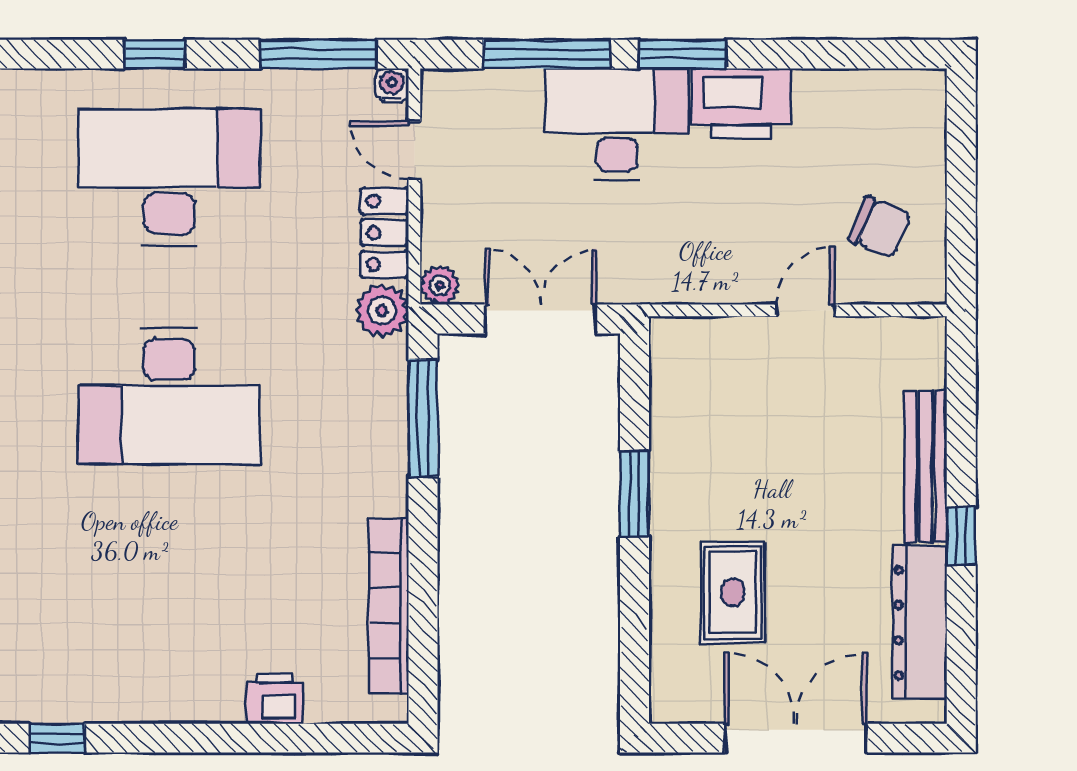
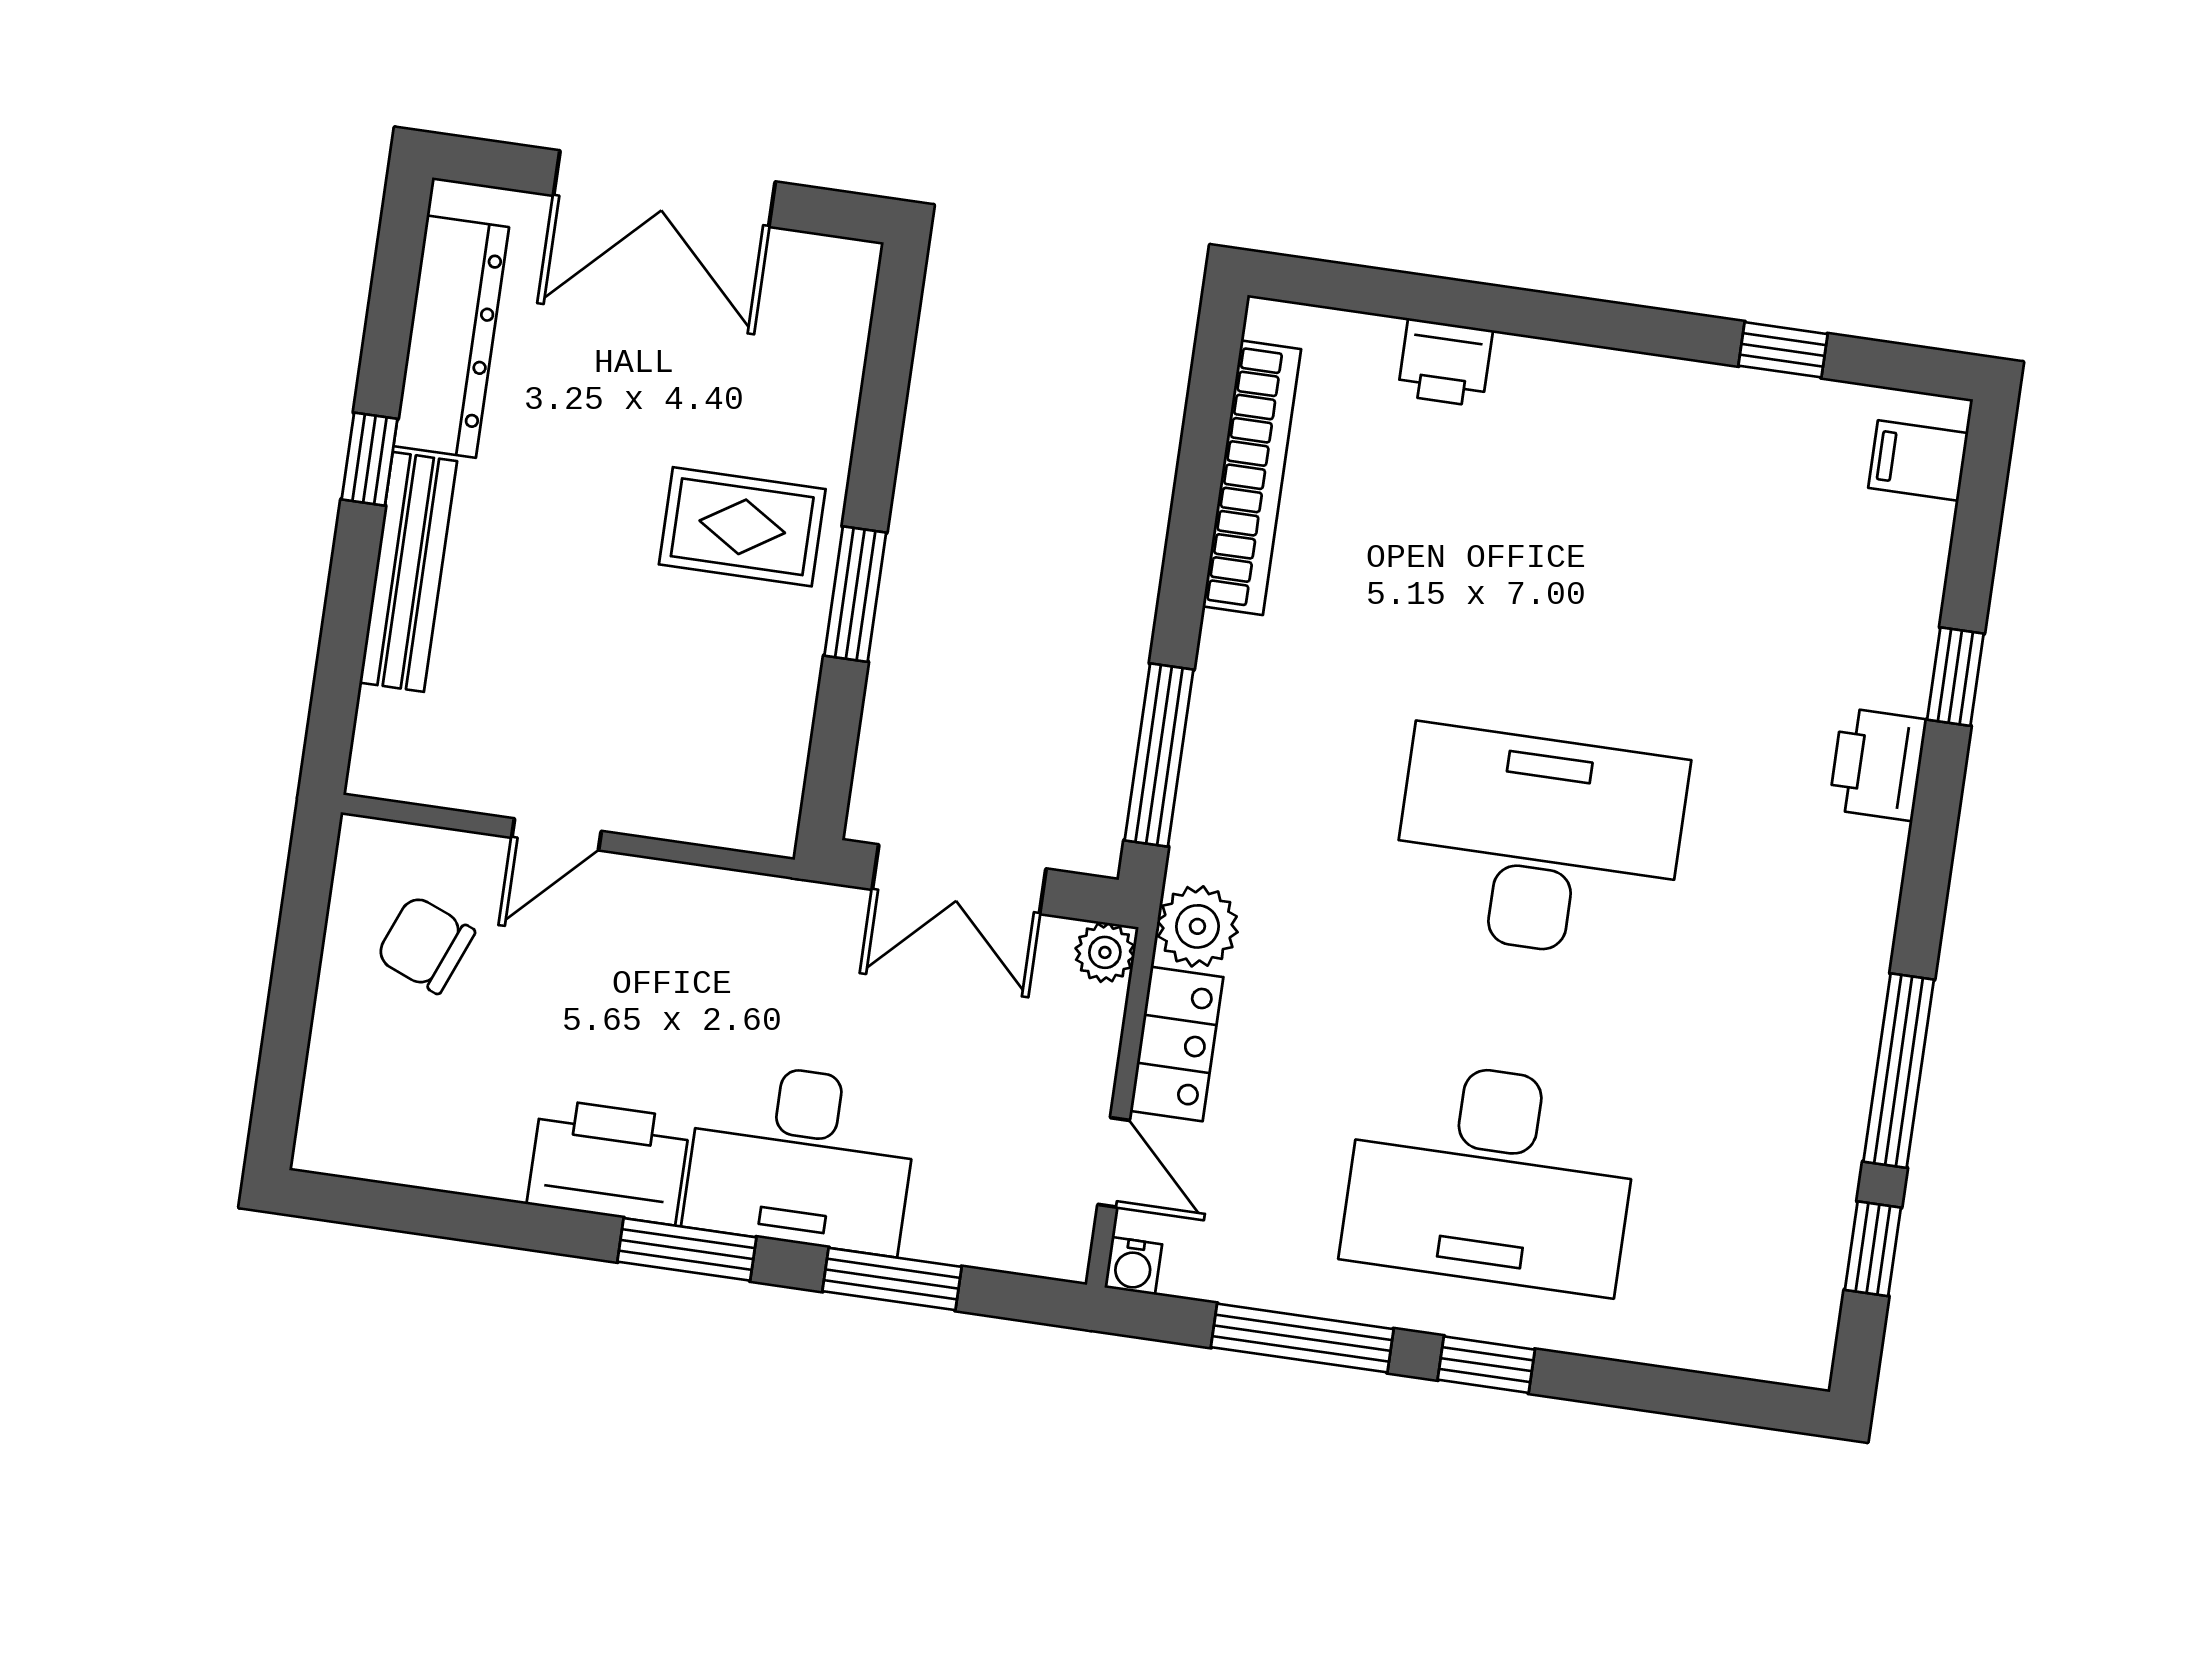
window: (319, 54) -> (1302, 1338), moved
window: (547, 54) -> (892, 1279), width x0.69
rug: (733, 593) -> (742, 527), moved, turned 90

